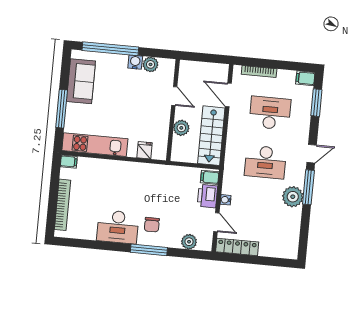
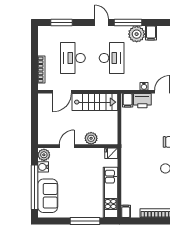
filing cabinet: (305, 78) -> (151, 33), moved
sofa: (81, 81) -> (48, 196), moved, turned 90
door: (174, 96) -> (67, 146), moved
wall: (173, 110) -> (78, 146), moved
plant: (181, 128) -> (91, 138), moved

